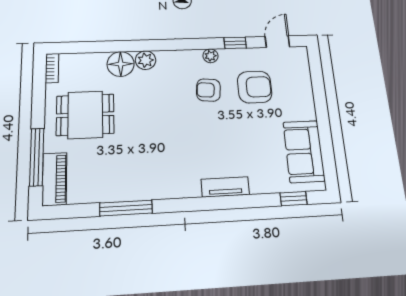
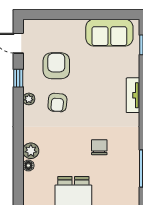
floor lamp: (121, 64) -> (28, 165), width x0.53, depth x0.53
chair: (153, 145) -> (99, 147), added

